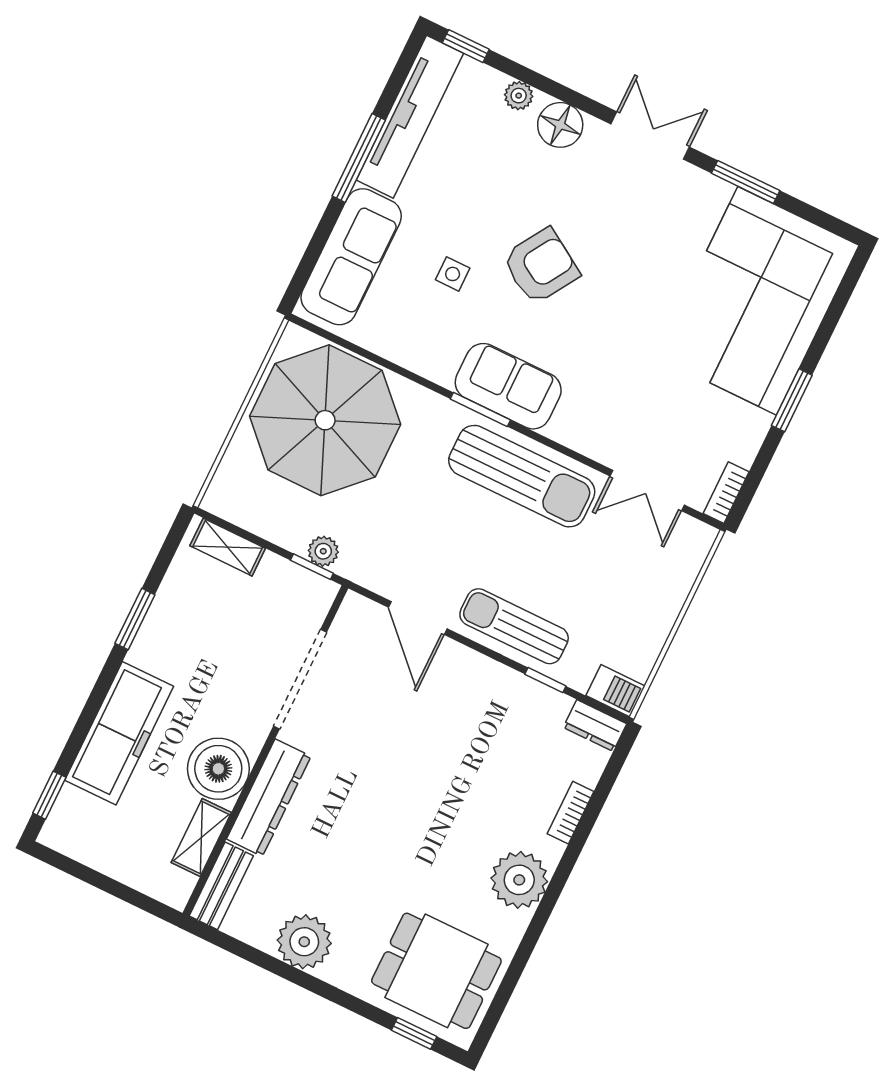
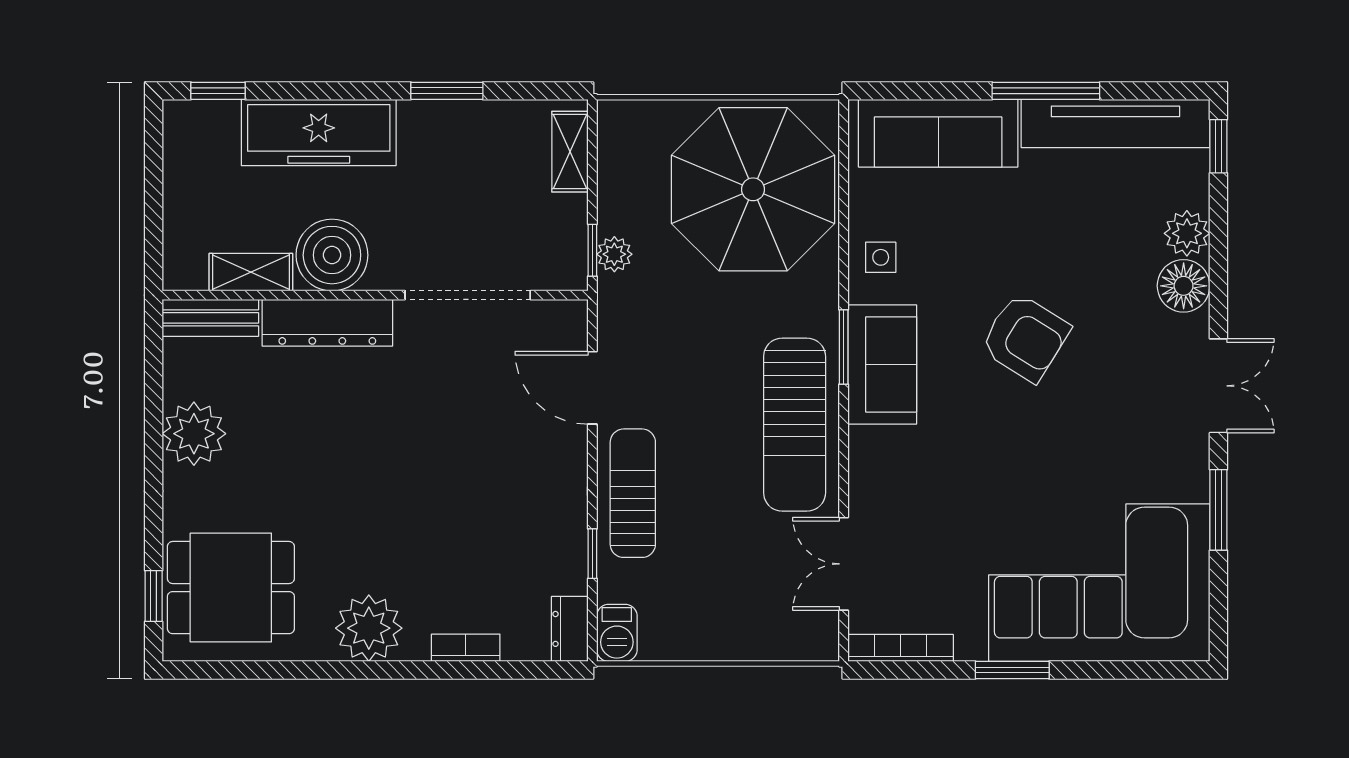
plant: (519, 96) -> (1187, 233), width x1.38, depth x1.38
side table: (453, 274) -> (881, 257), moved
bookcase: (726, 493) -> (901, 648), width x1.56
door: (418, 618) -> (592, 388), hinge flipped
dining table: (436, 971) -> (231, 588), turned 90

